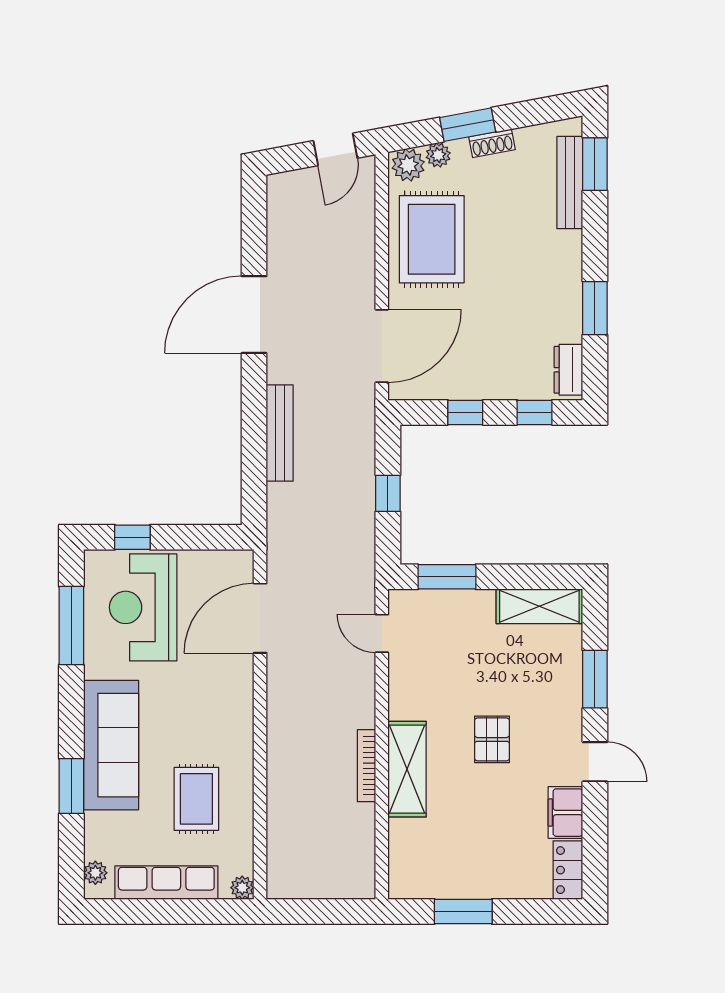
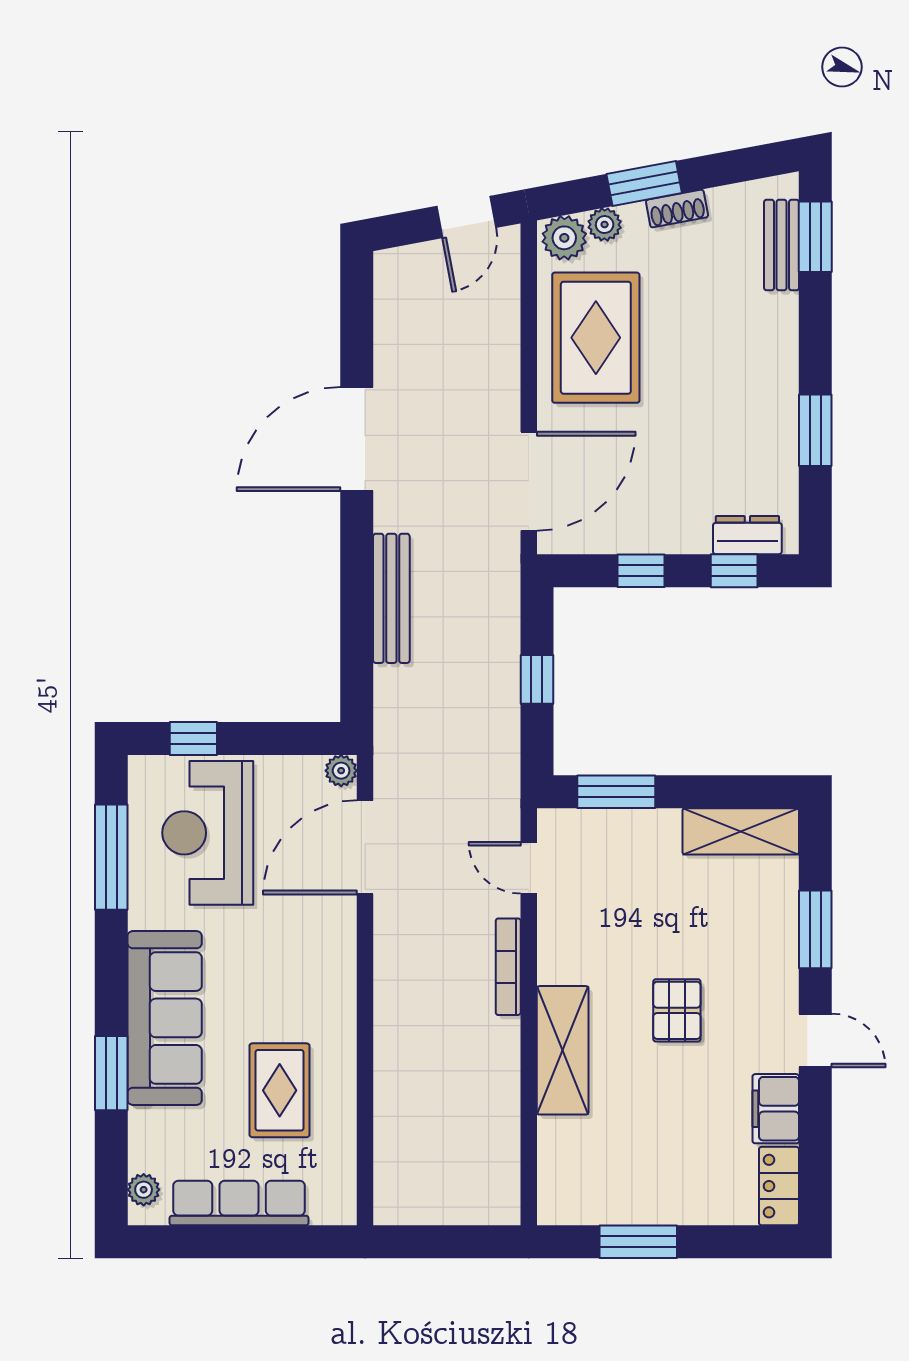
bench: (570, 183) -> (782, 245), width x0.73
dresser: (568, 370) -> (747, 535), moved, turned 90
bookcase: (367, 766) -> (508, 967), moved
plant: (242, 888) -> (341, 771), moved

